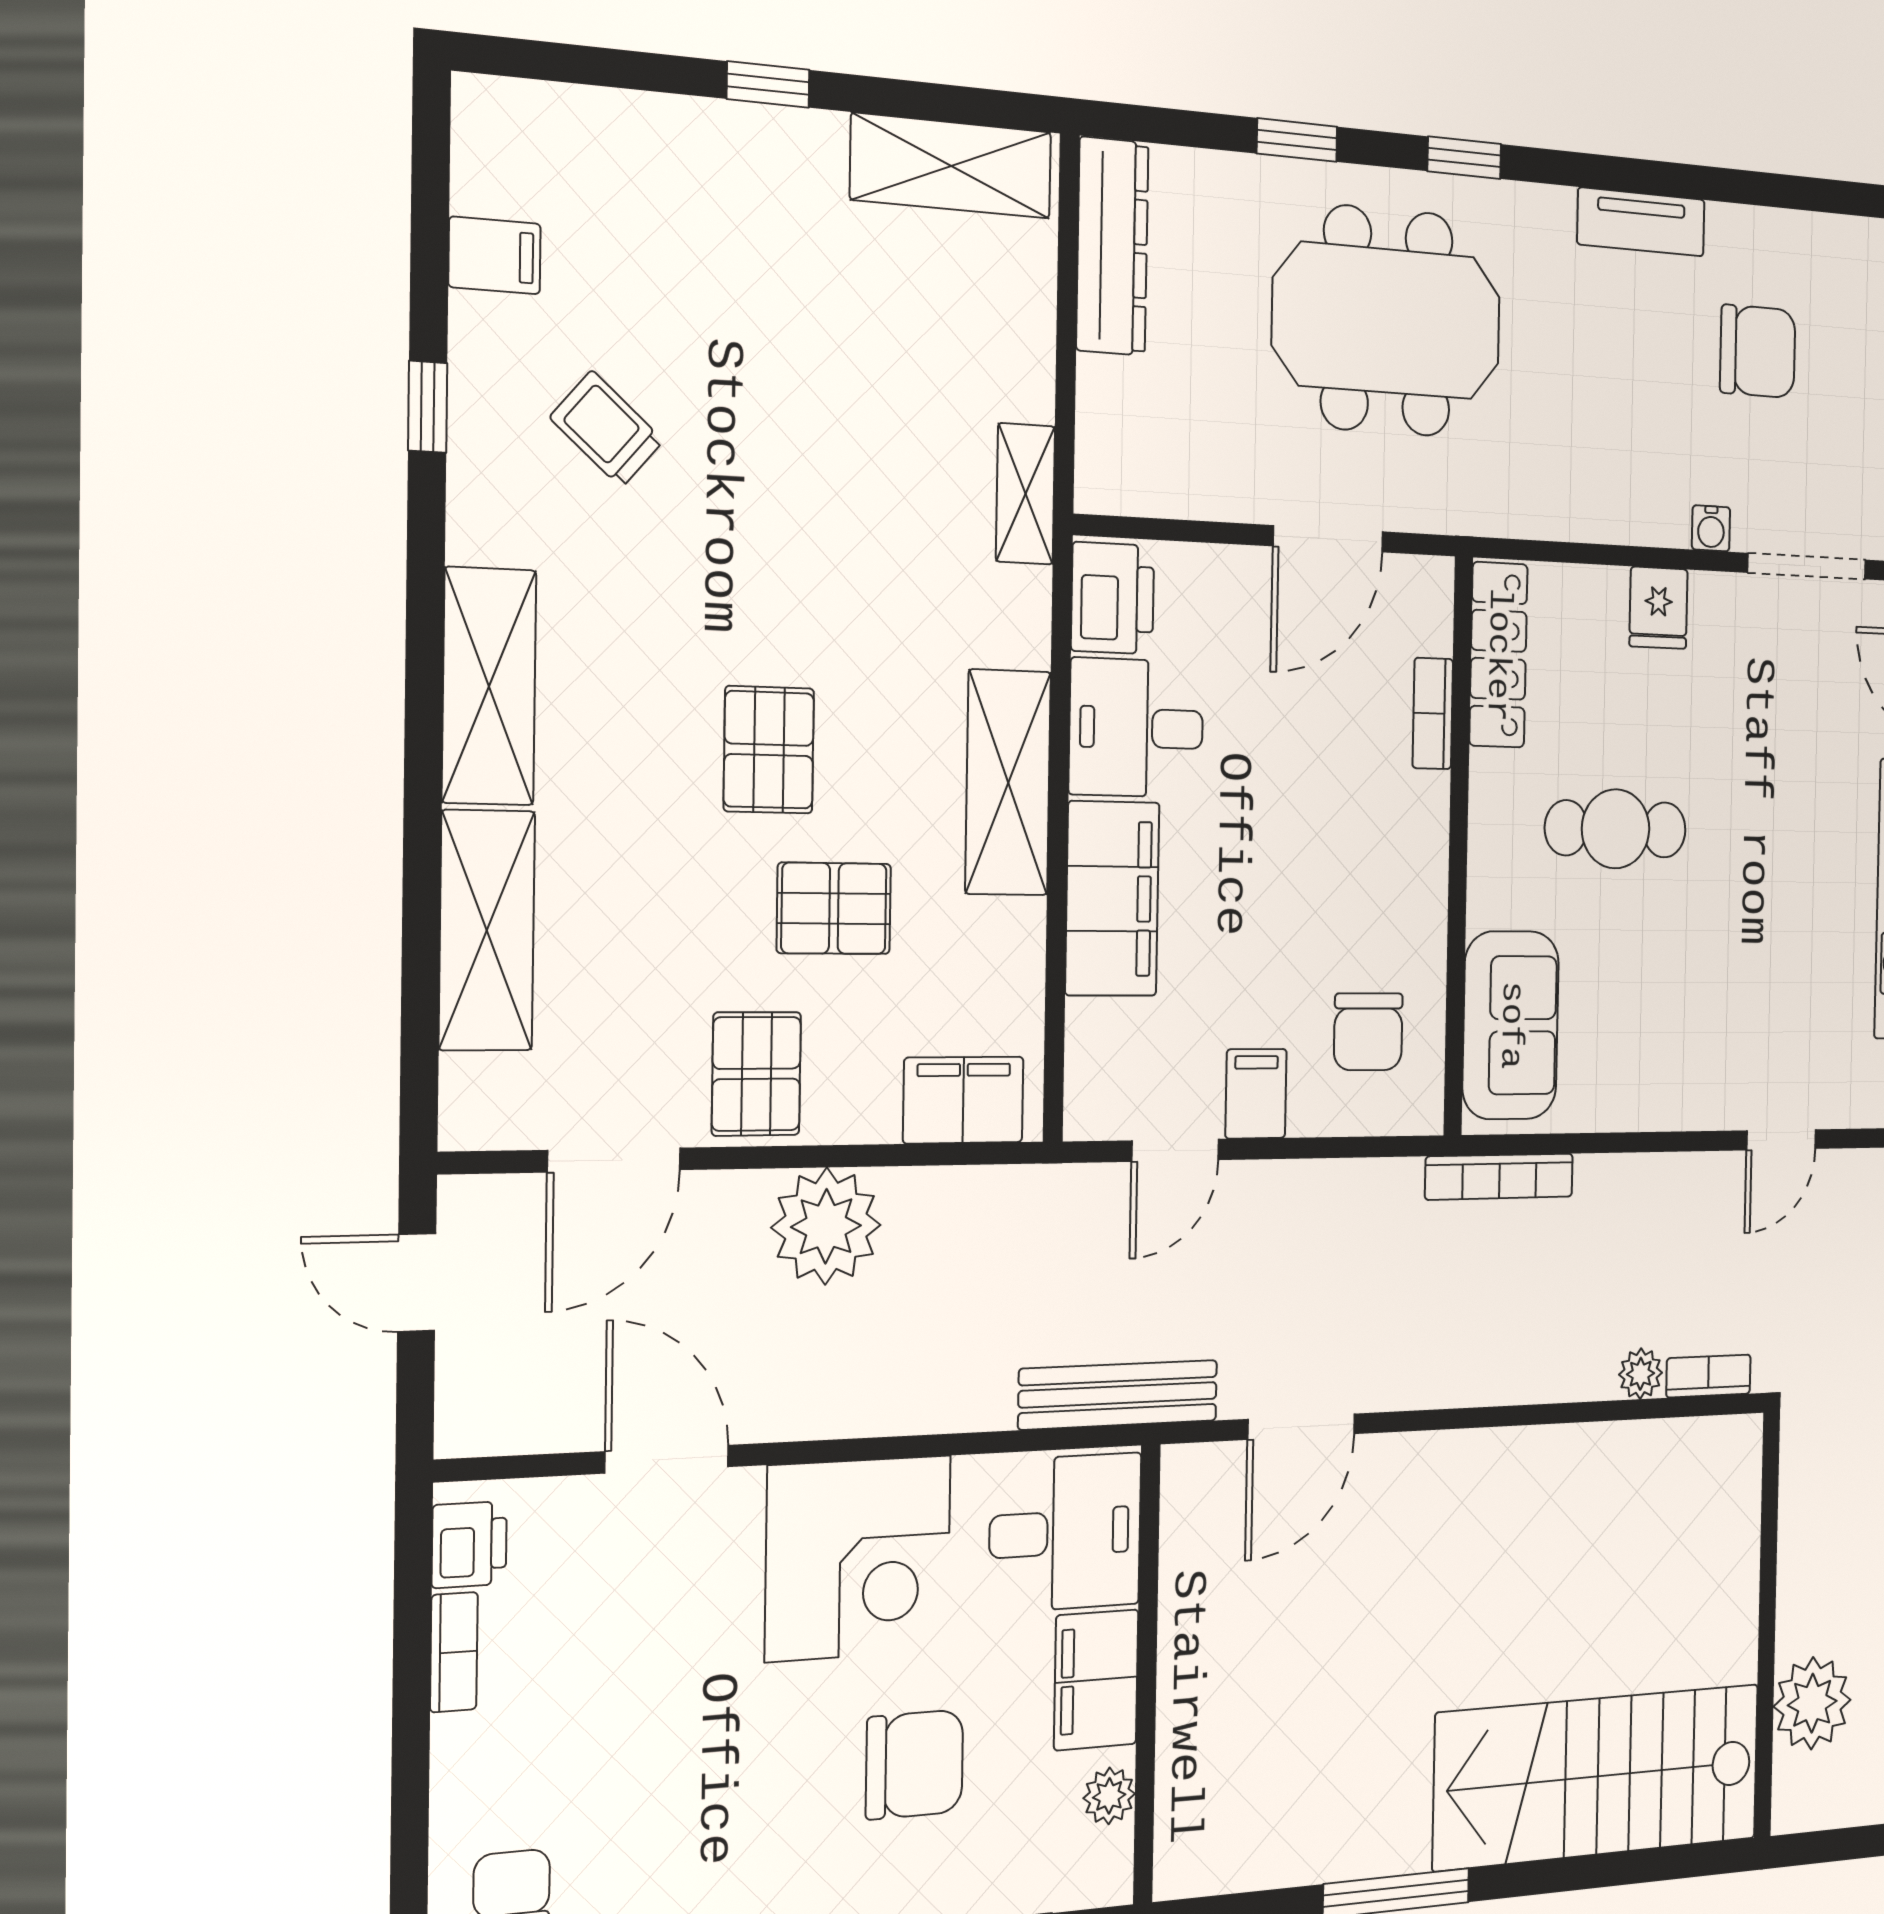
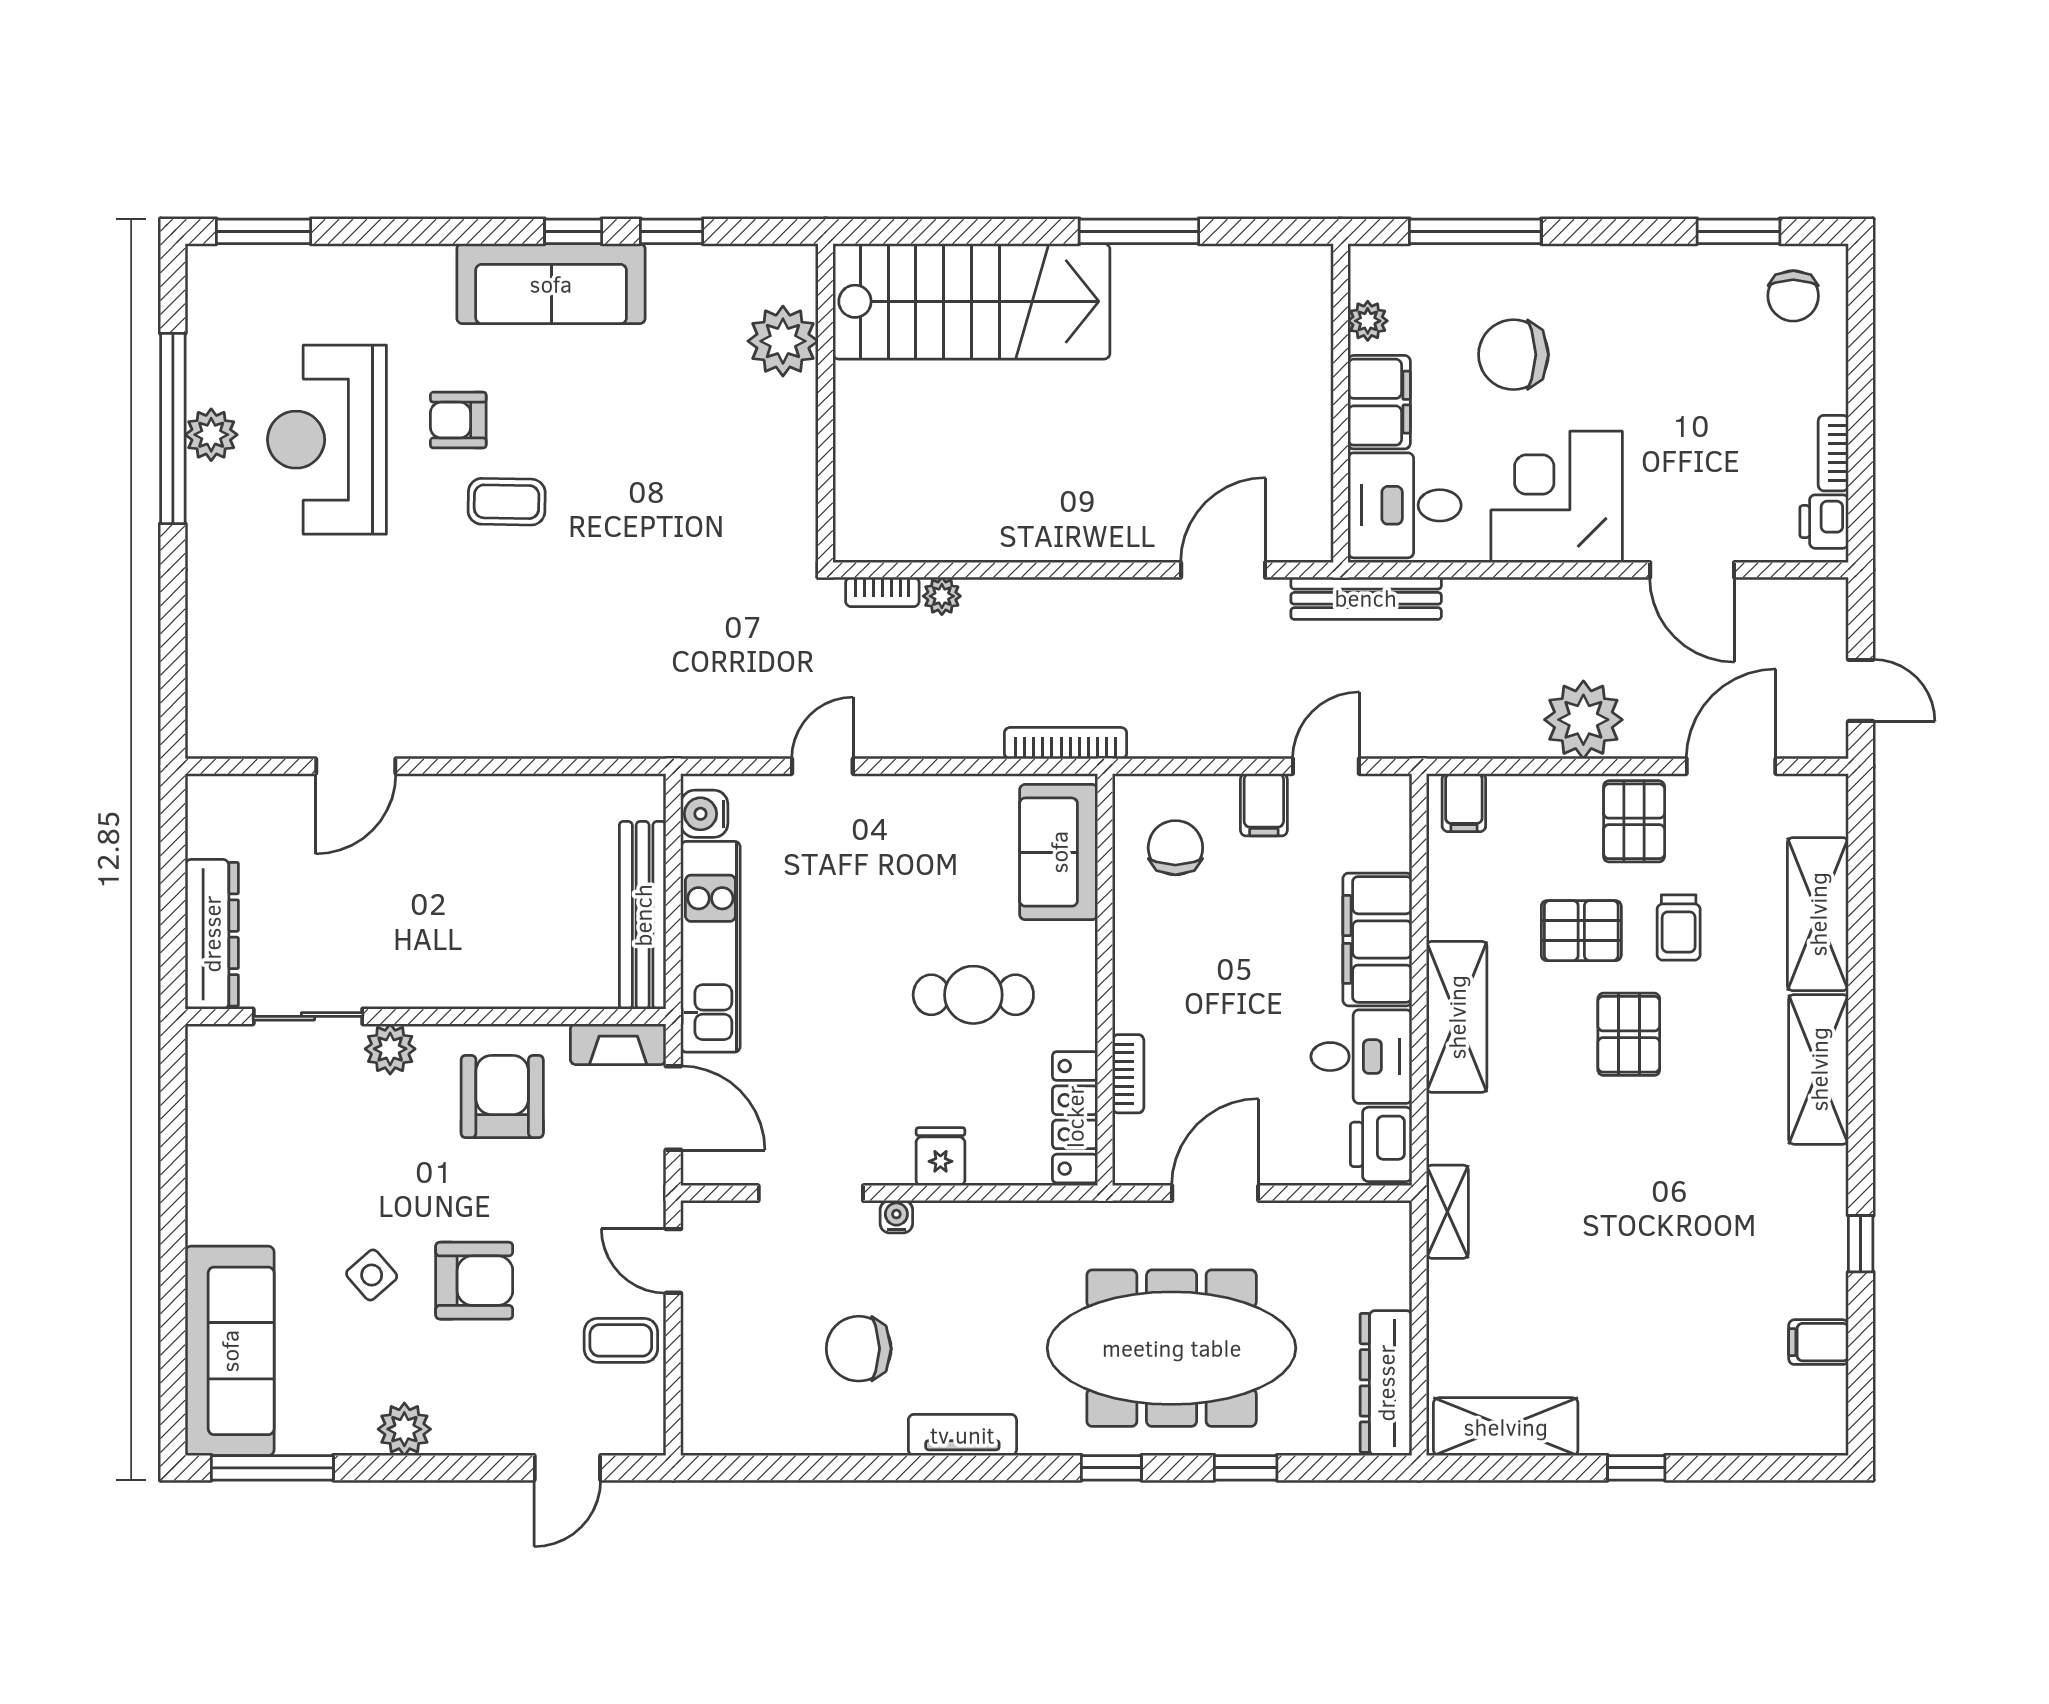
meeting table: (1387, 321) -> (1172, 1348), width x1.36
trolley: (607, 429) -> (1679, 927), moved, turned 49
filing cabinet: (963, 1100) -> (1464, 803), width x0.50

